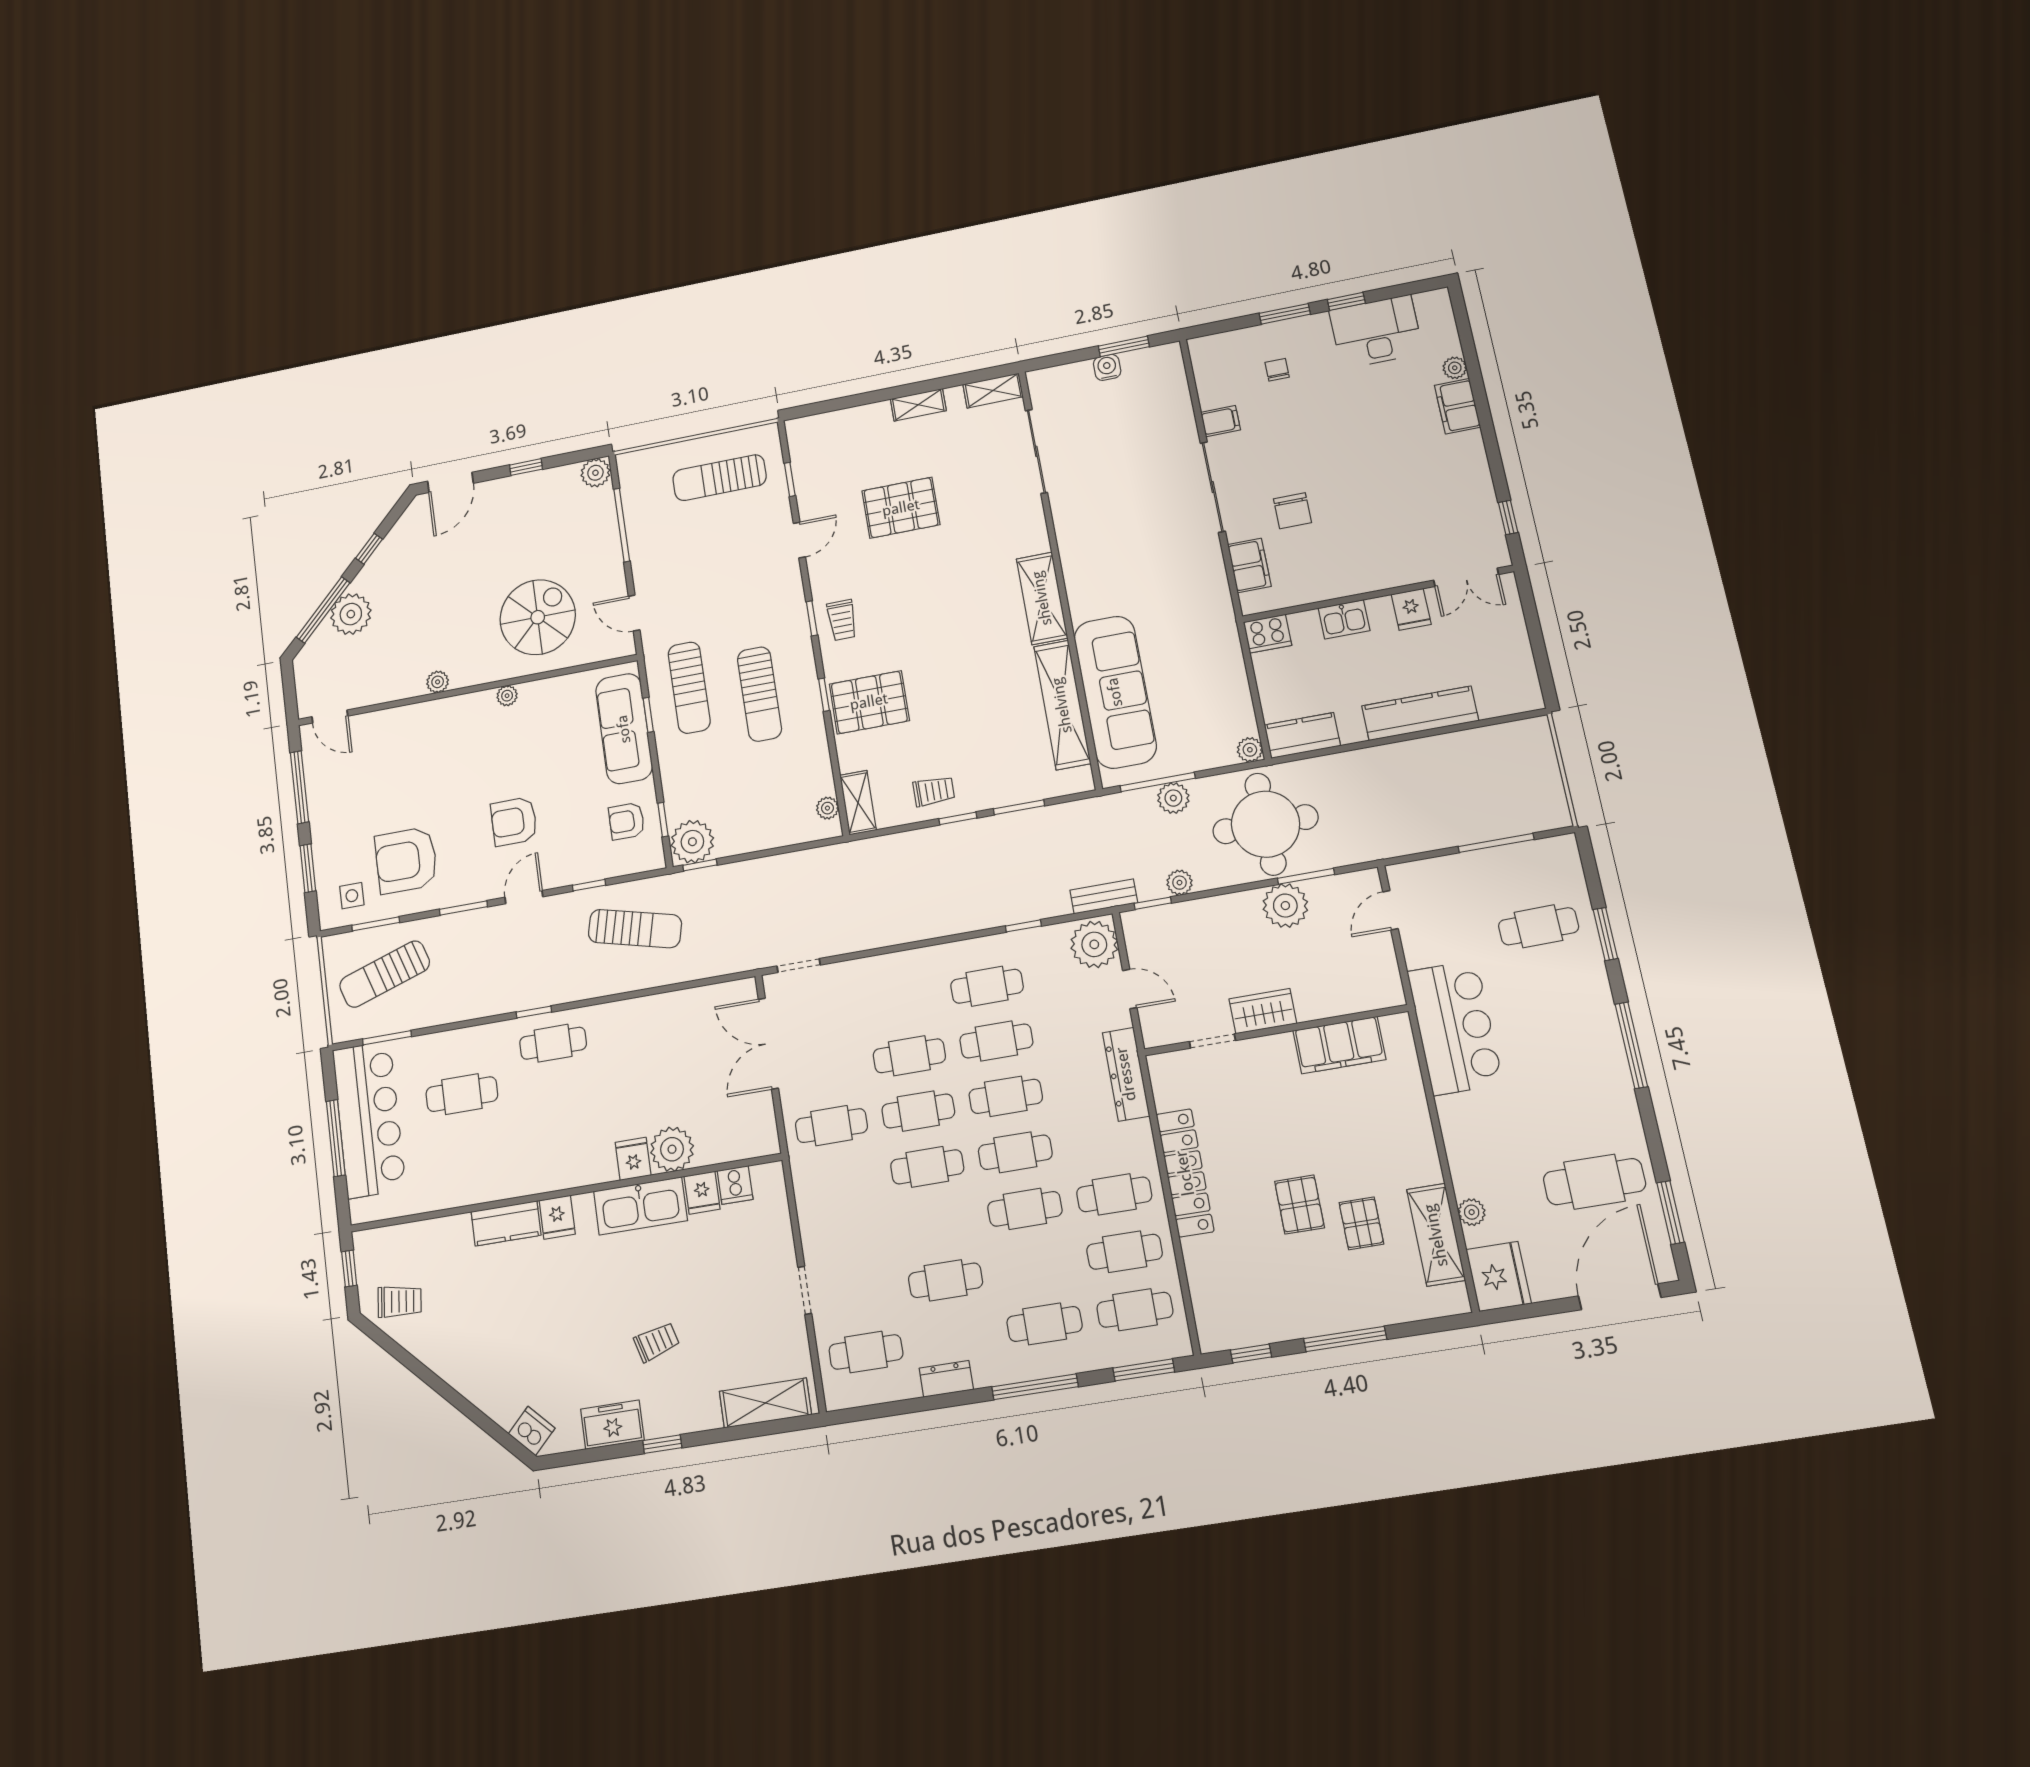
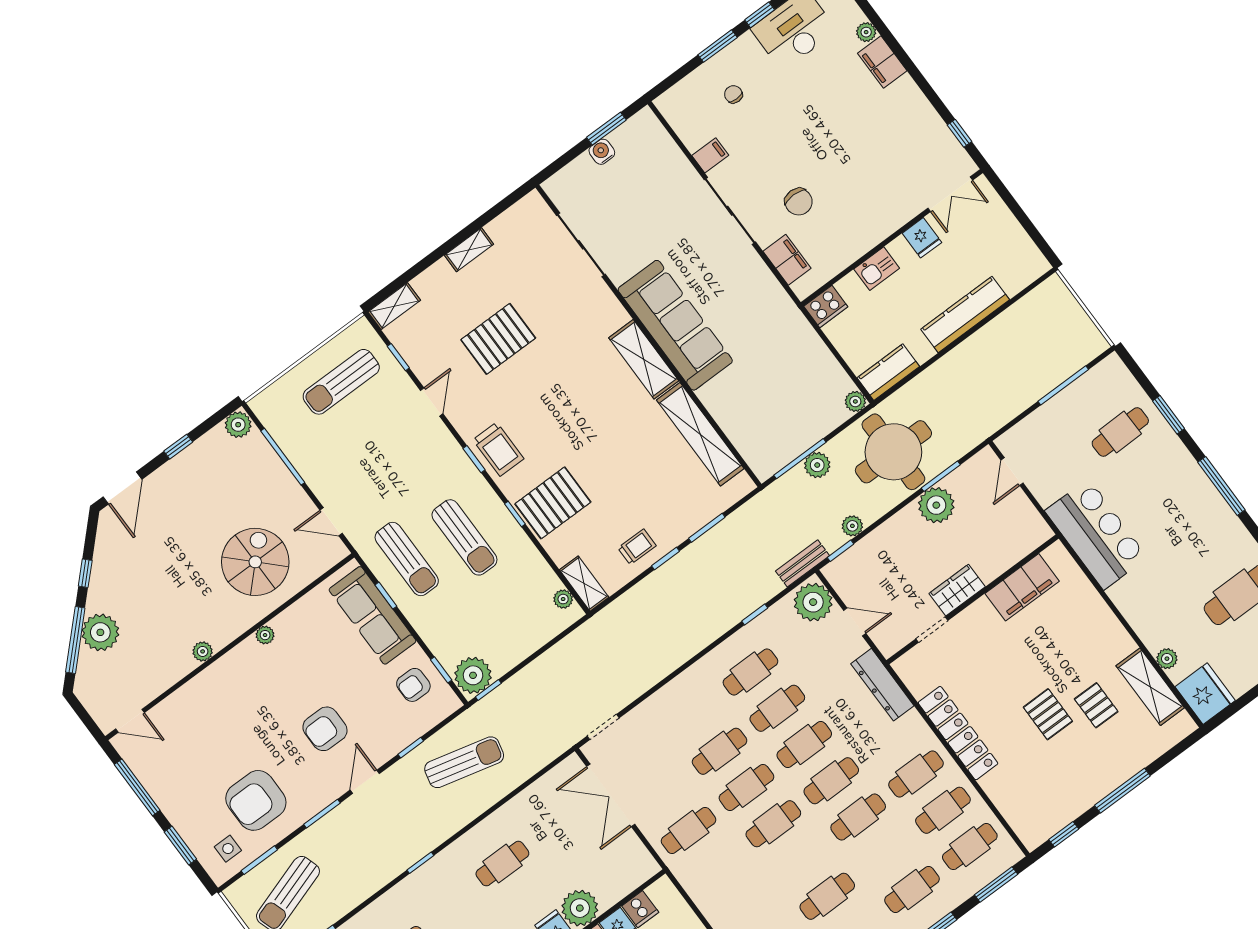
shelving: (993, 390) -> (394, 306), moved
trolley: (842, 620) -> (498, 449), width x1.36, depth x1.39
sofa: (1115, 692) -> (675, 325), moved
cafe table: (553, 1043) -> (502, 864), moved

